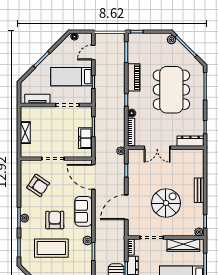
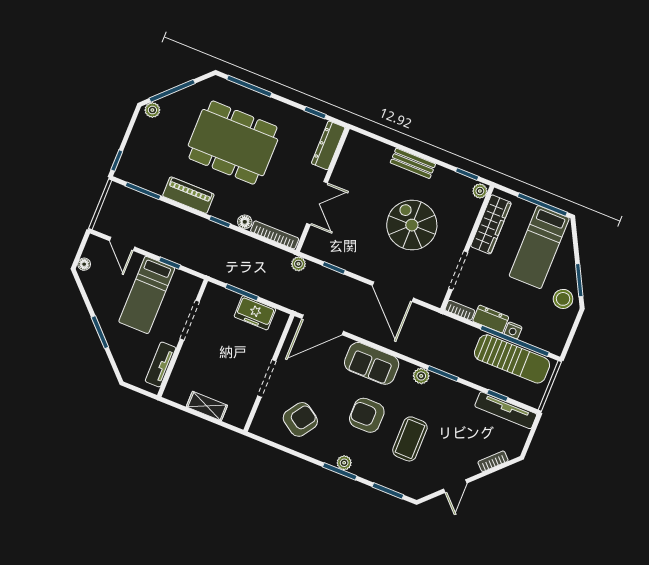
coffee table: (51, 248) -> (410, 439), width x0.73, depth x0.76

